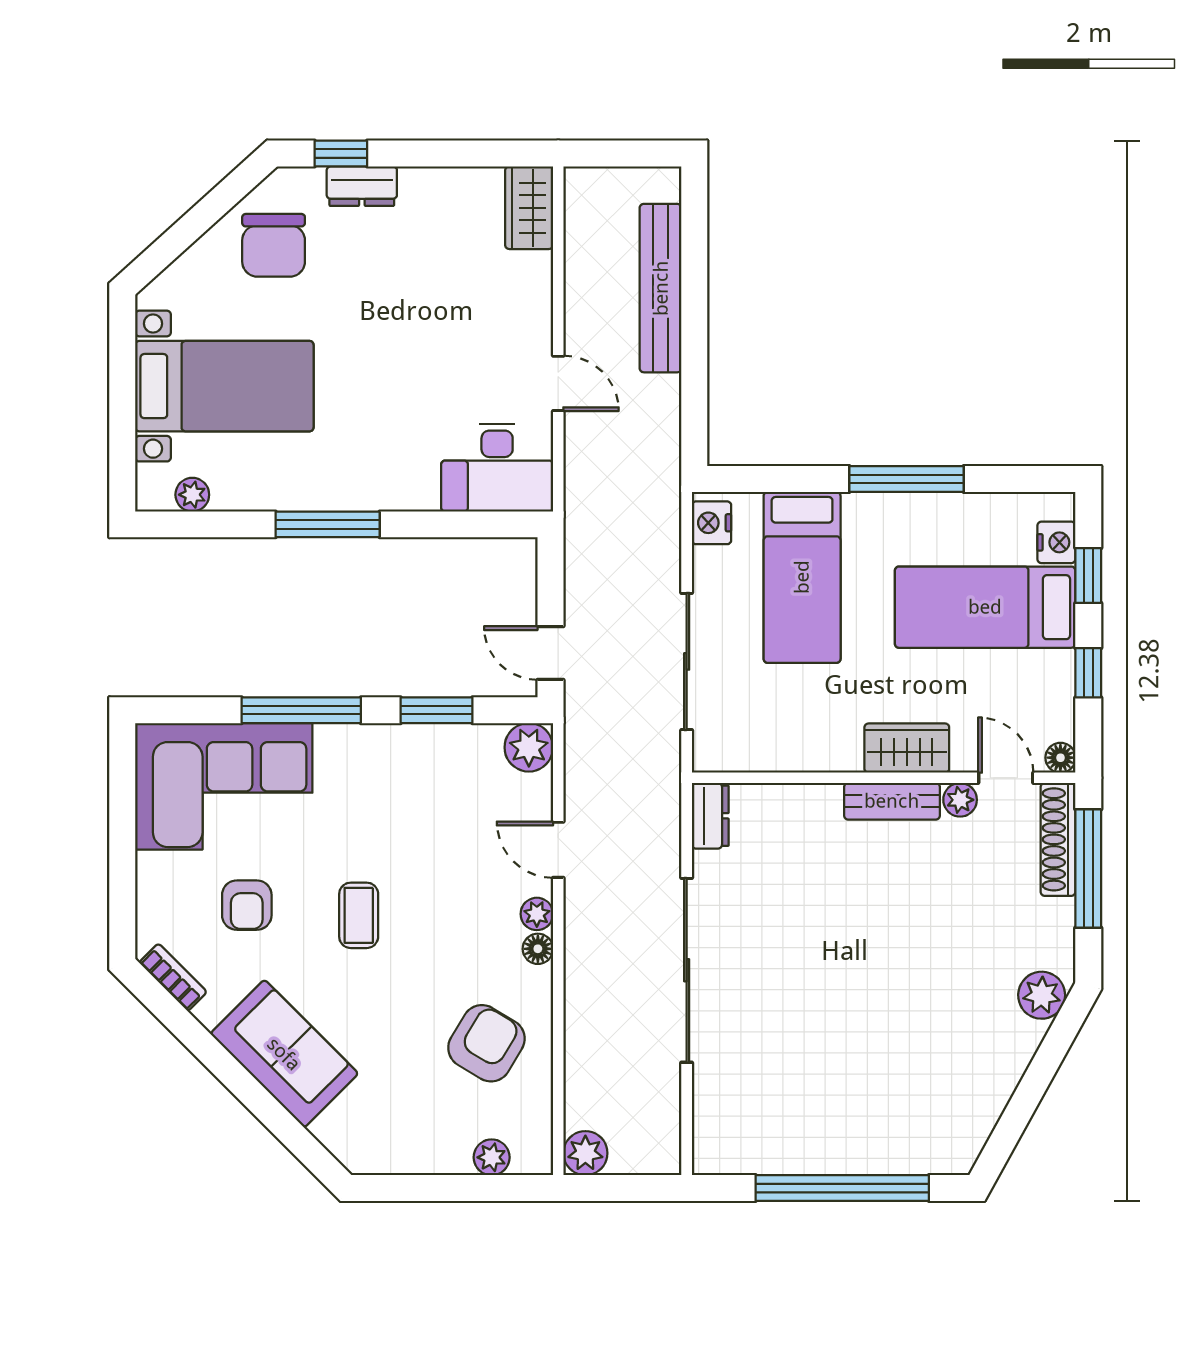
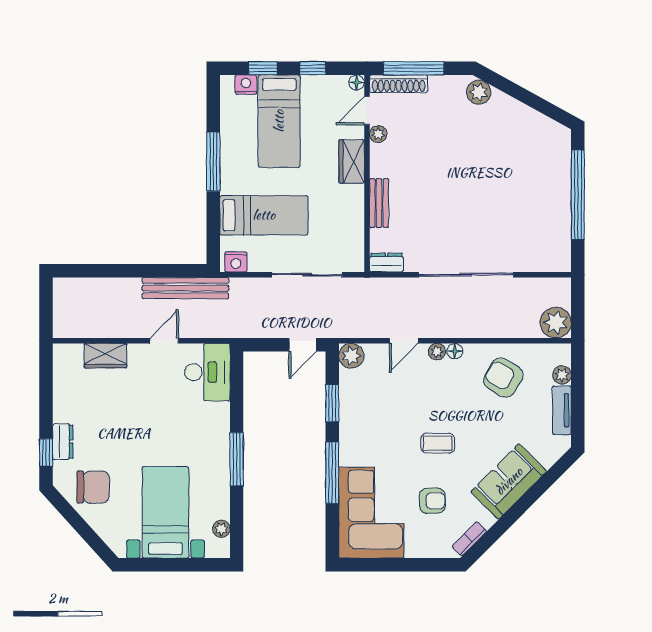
wardrobe: (529, 208) -> (105, 356), moved
bench: (661, 288) -> (185, 288), moved
bench: (892, 801) -> (379, 203), moved
plant: (585, 1153) -> (556, 323), width x1.36, depth x1.36
tv unit: (423, 1157) -> (562, 410), added

